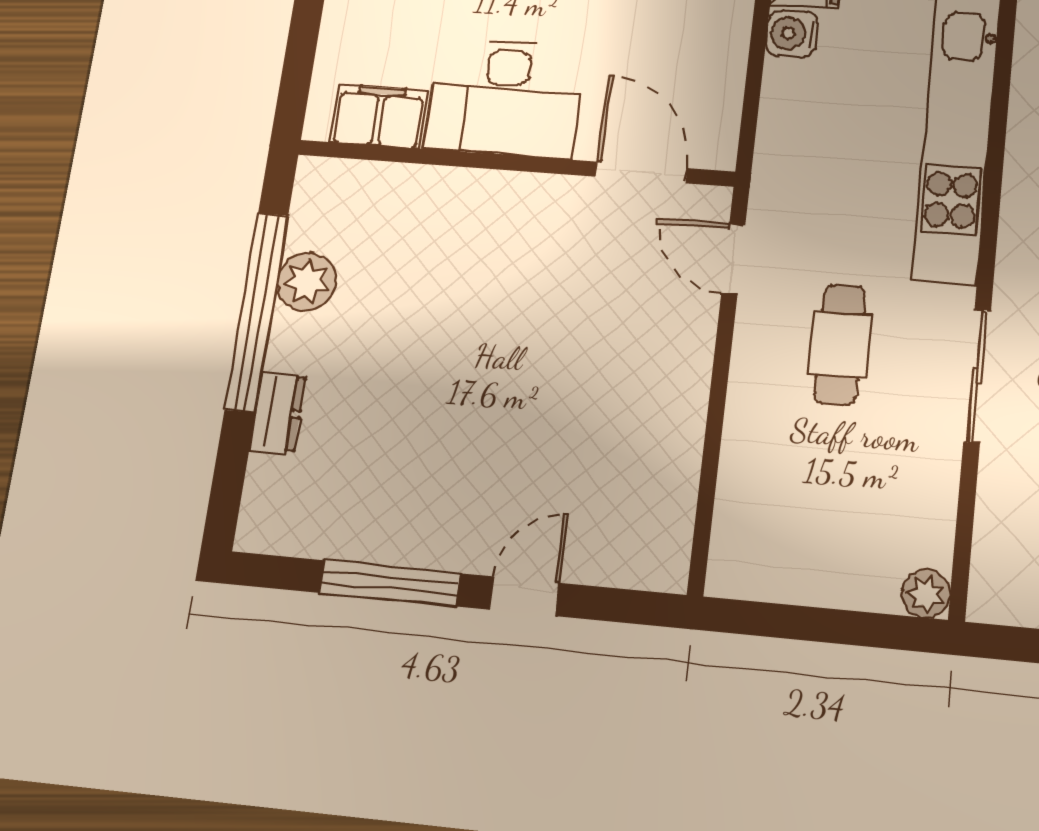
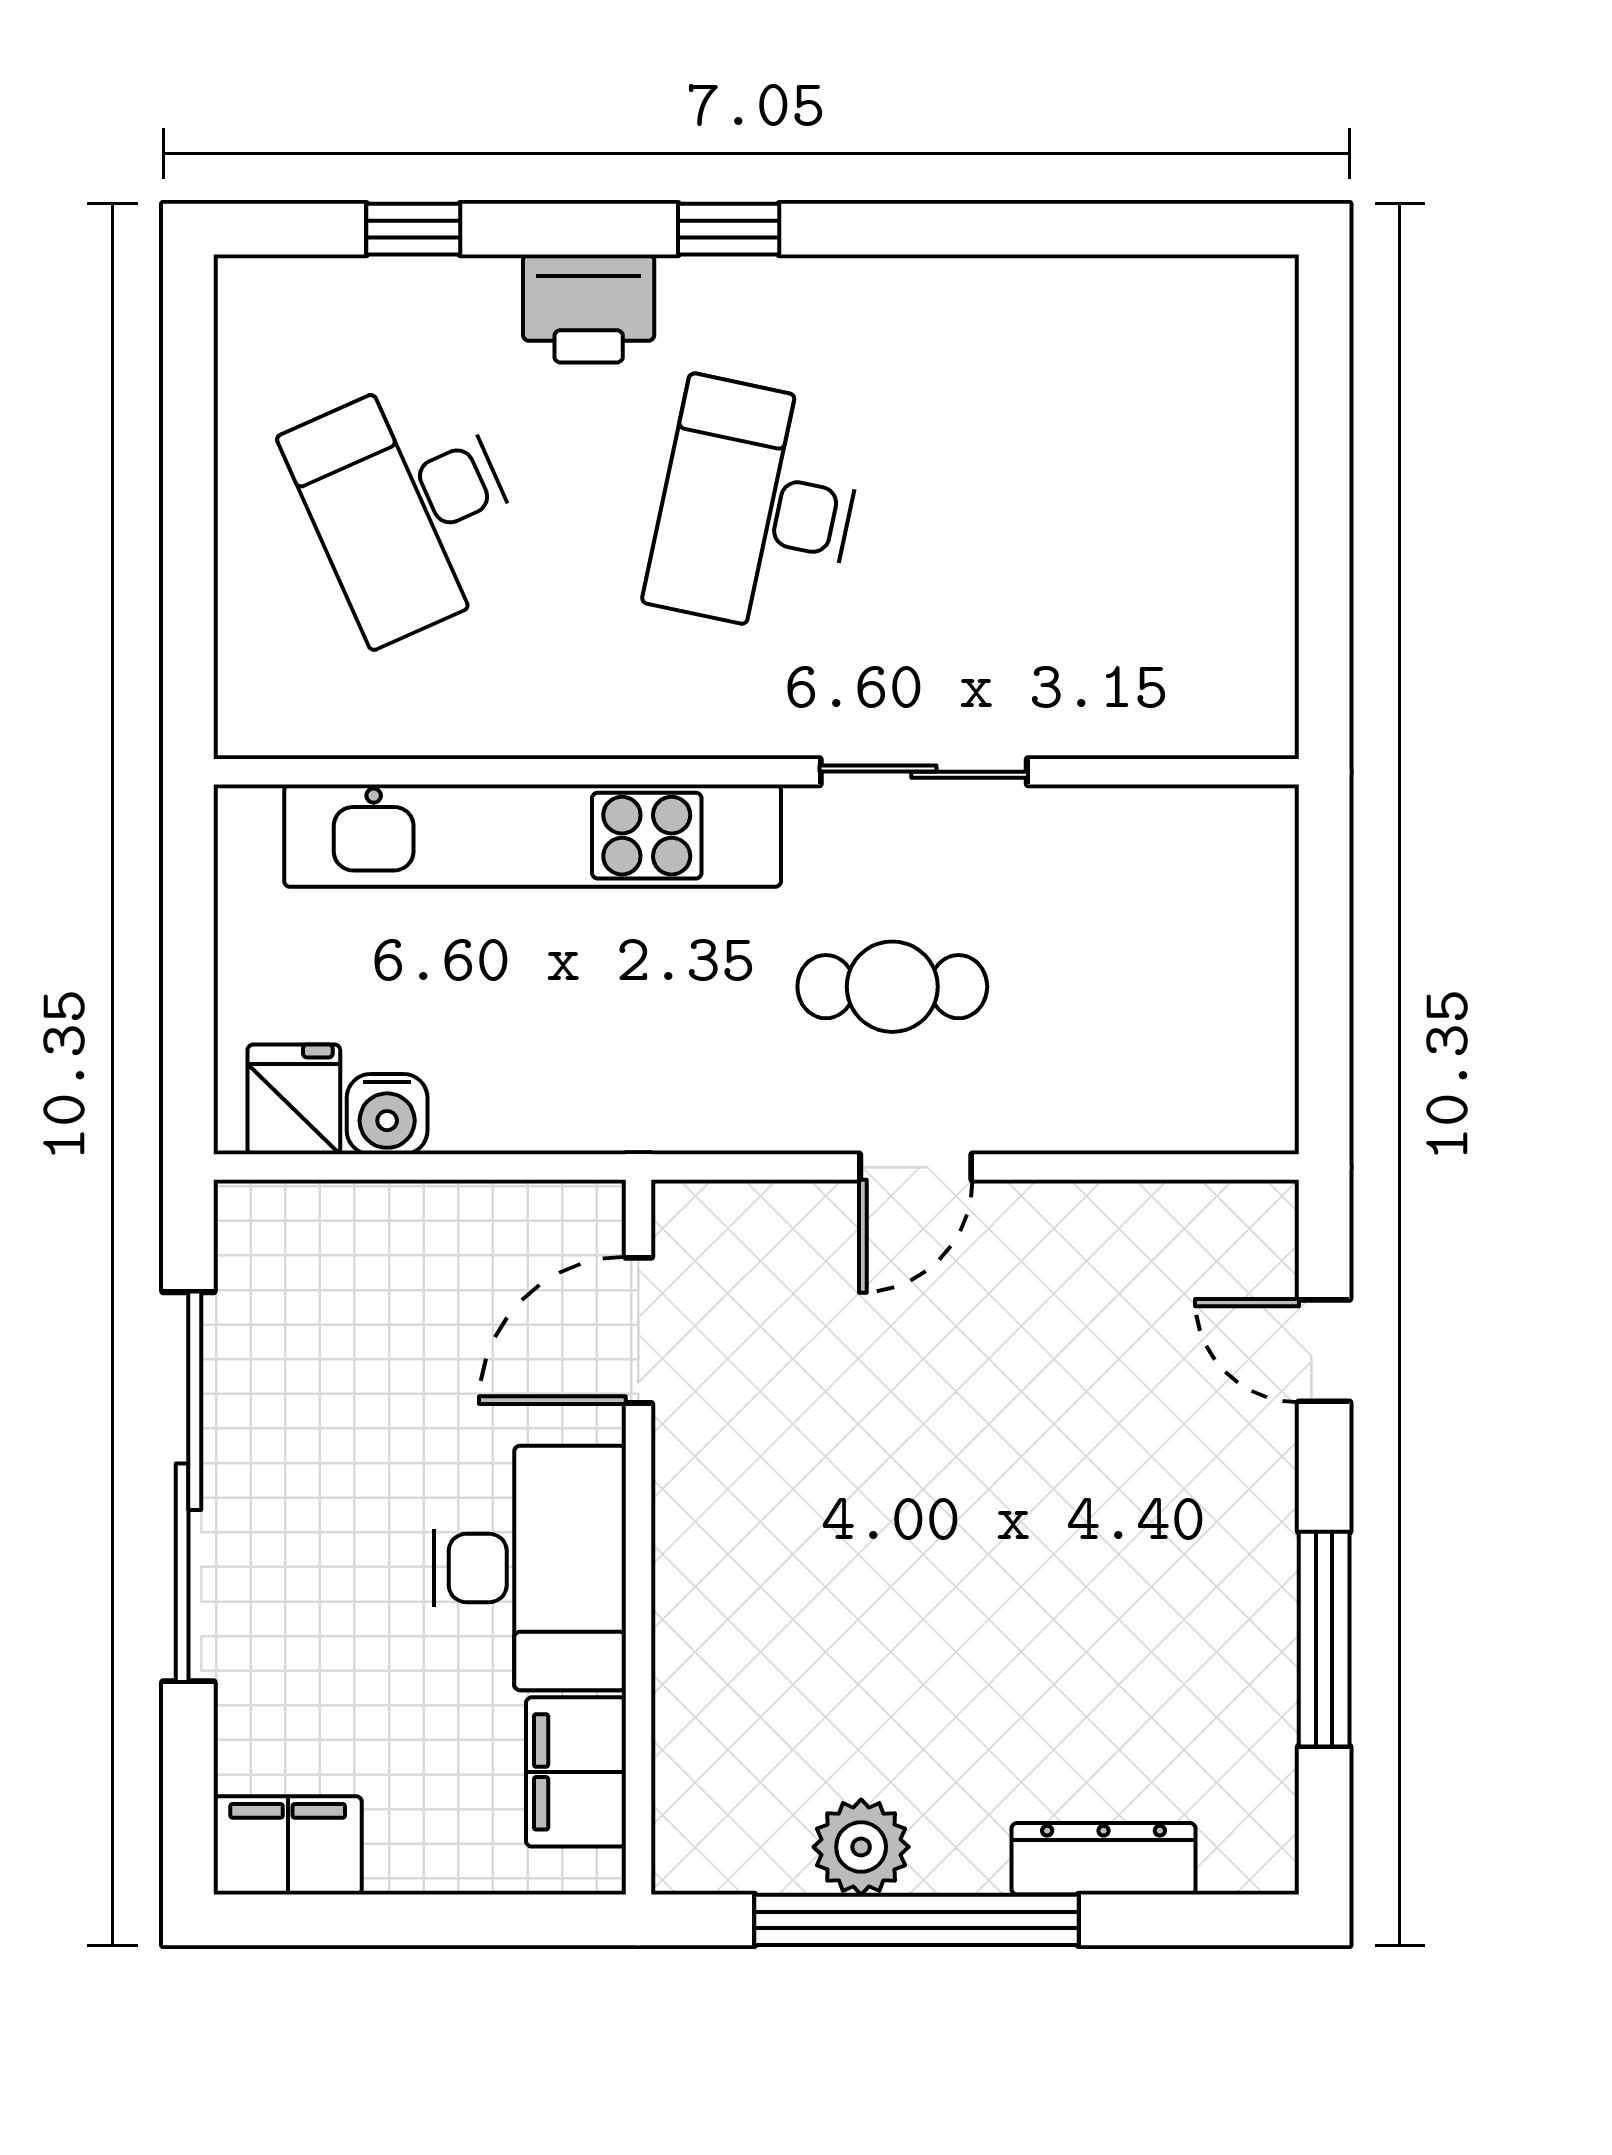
door: (733, 259) -> (916, 1167), moved
dresser: (278, 413) -> (1104, 1859), width x1.44
plant: (926, 594) -> (1263, 820), removed
door: (524, 596) -> (1324, 1351), moved

